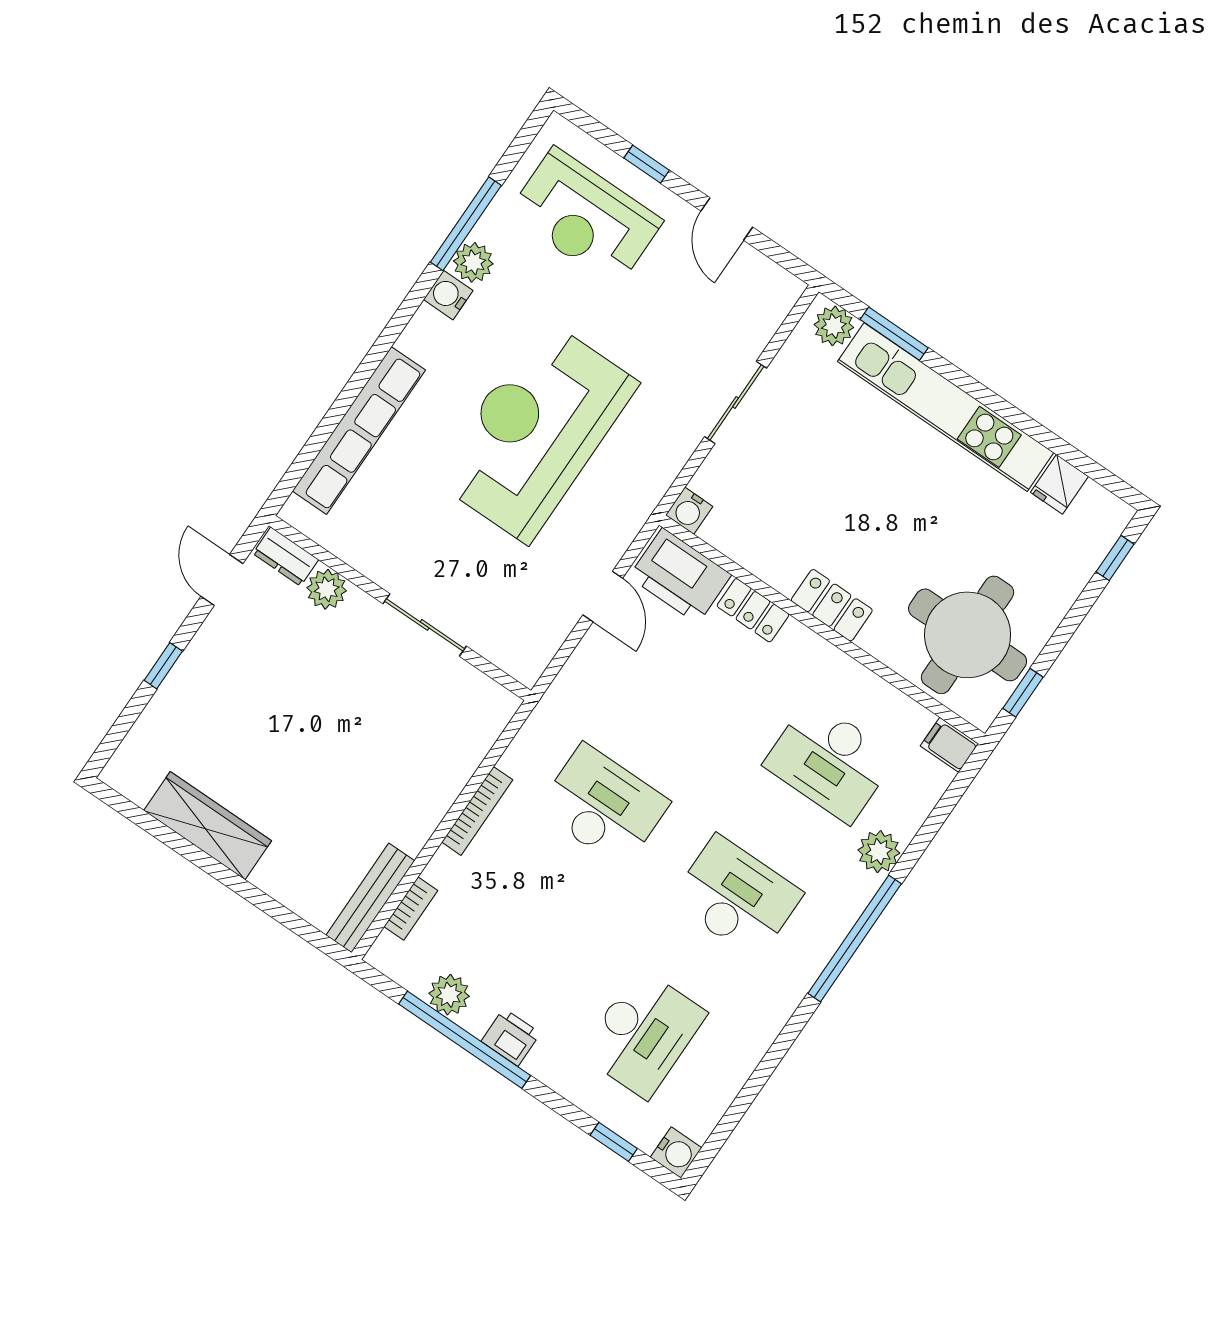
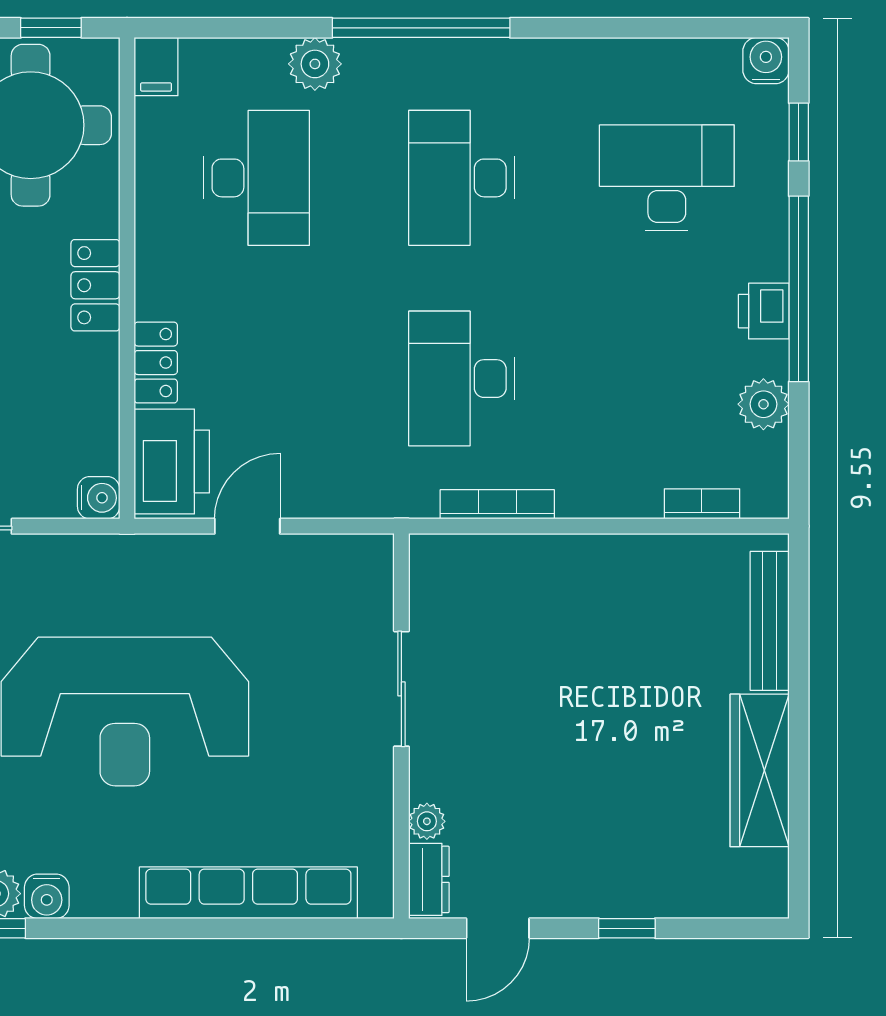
plant: (327, 589) -> (427, 821), width x0.73, depth x0.73
bookcase: (477, 811) -> (497, 504), moved
bench: (370, 898) -> (770, 621), moved, turned 90
window: (465, 1040) -> (799, 289), moved

